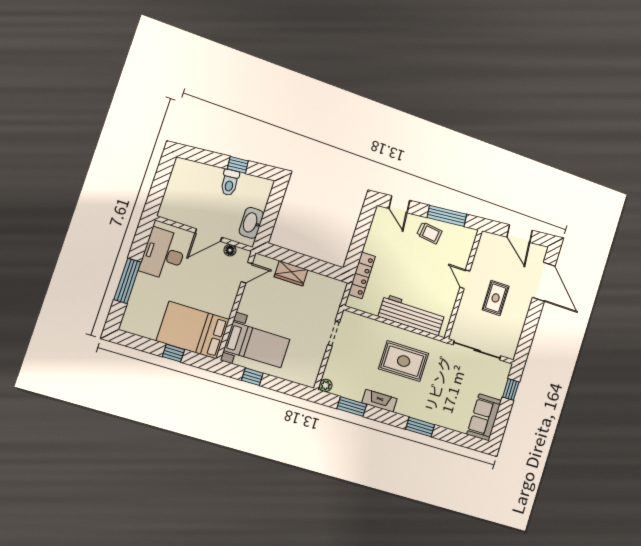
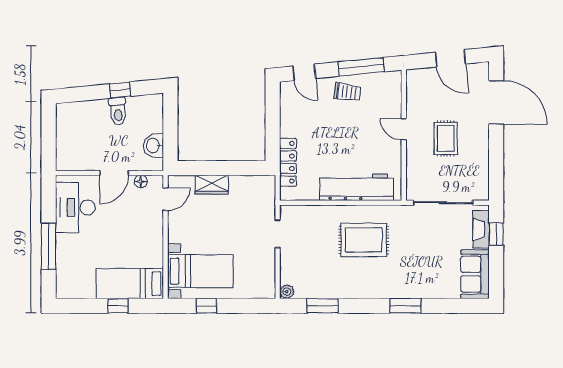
washbasin: (251, 223) -> (153, 146), width x0.72
bed: (193, 330) -> (130, 284), width x0.67
fireplace: (379, 401) -> (481, 229), moved, turned -90

